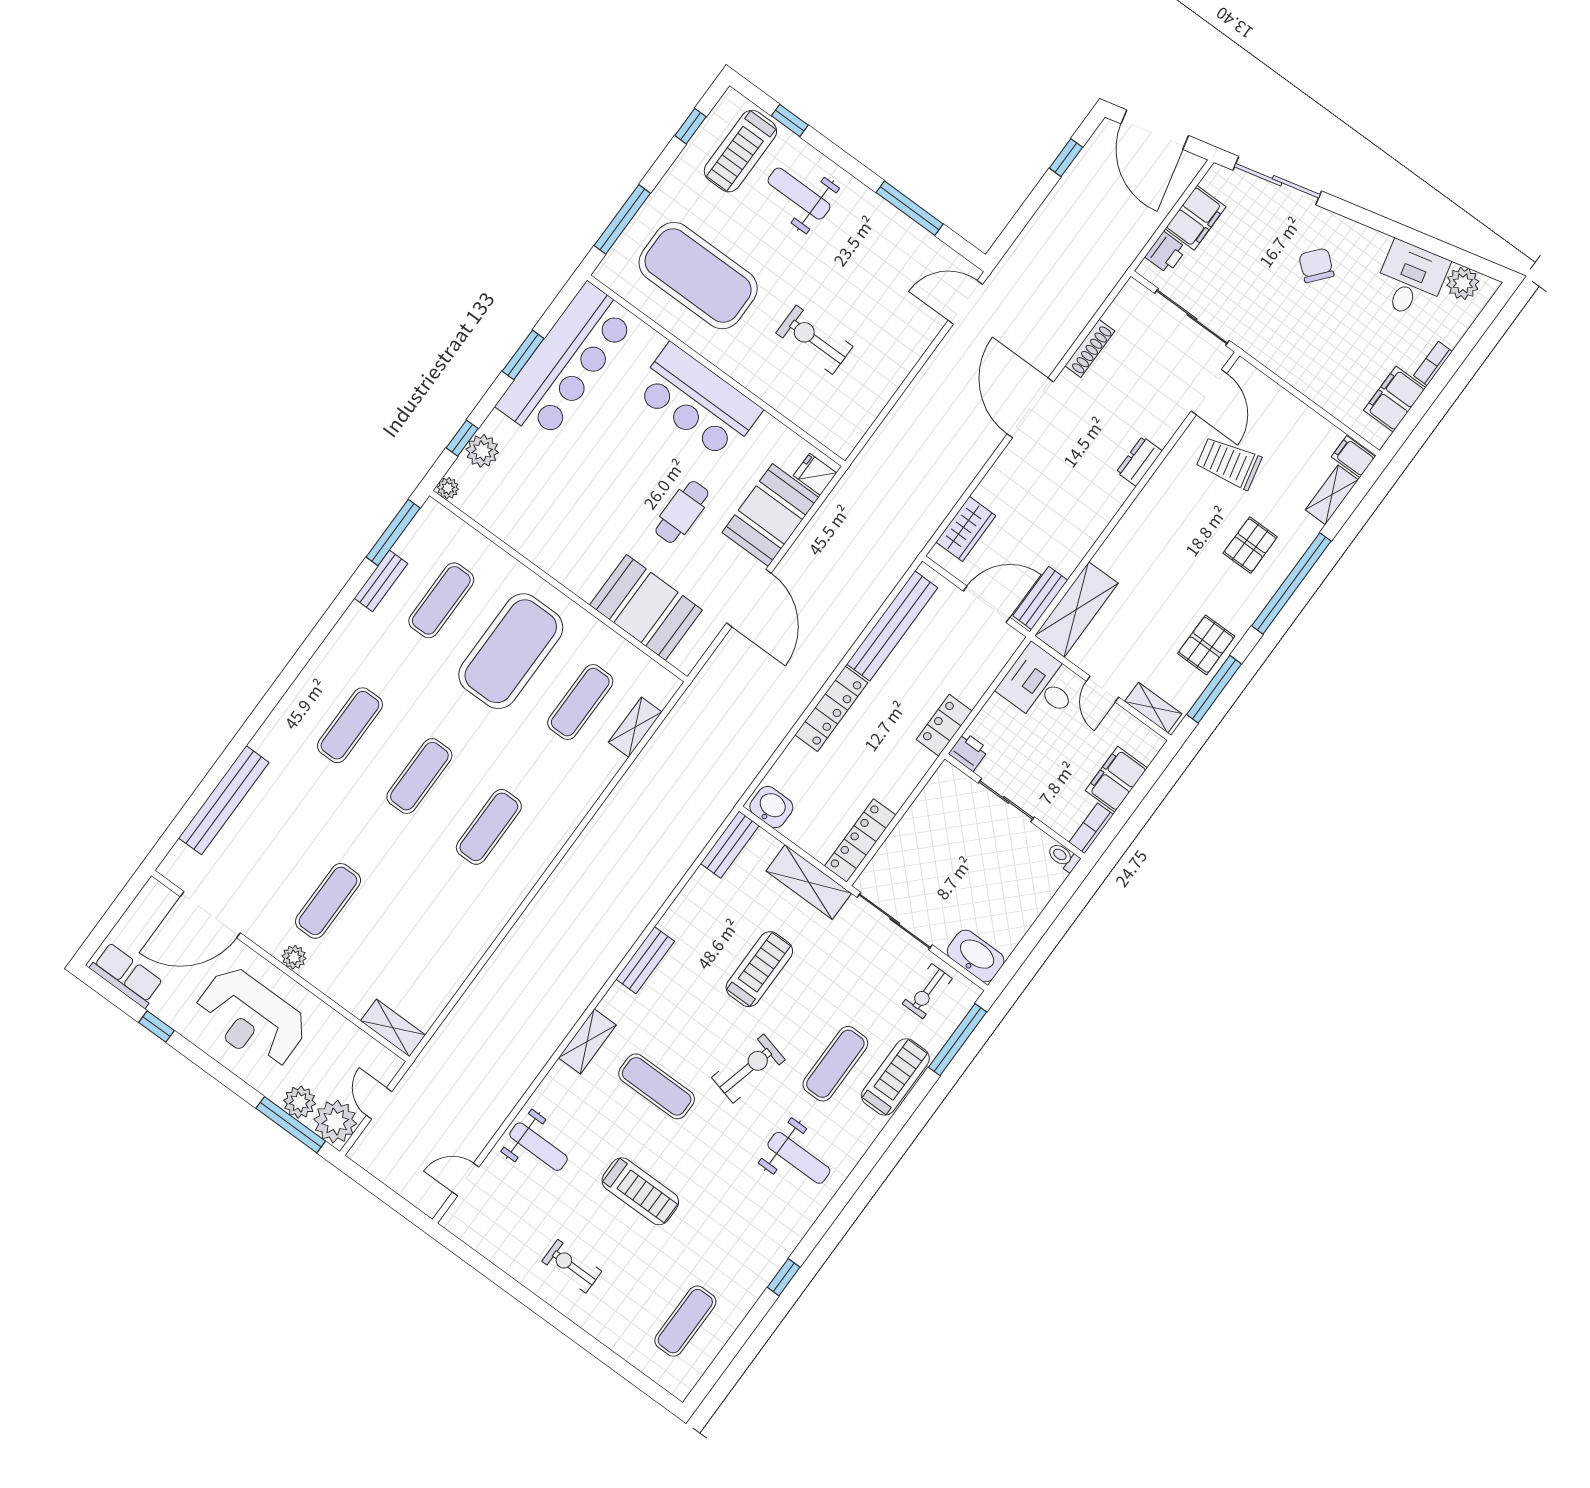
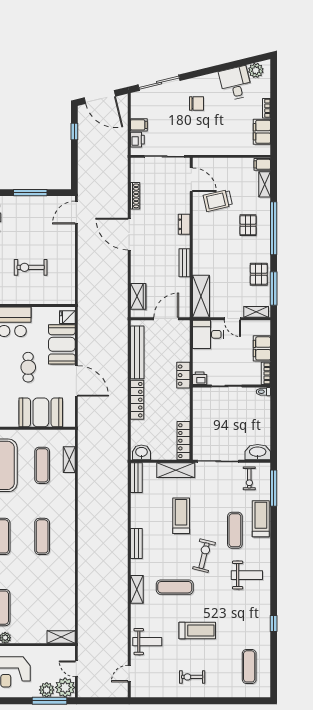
filing cabinet: (1195, 218) -> (139, 125), width x0.50
chair: (1316, 265) -> (197, 103), turned 140
bench: (1040, 598) -> (184, 263), moved

